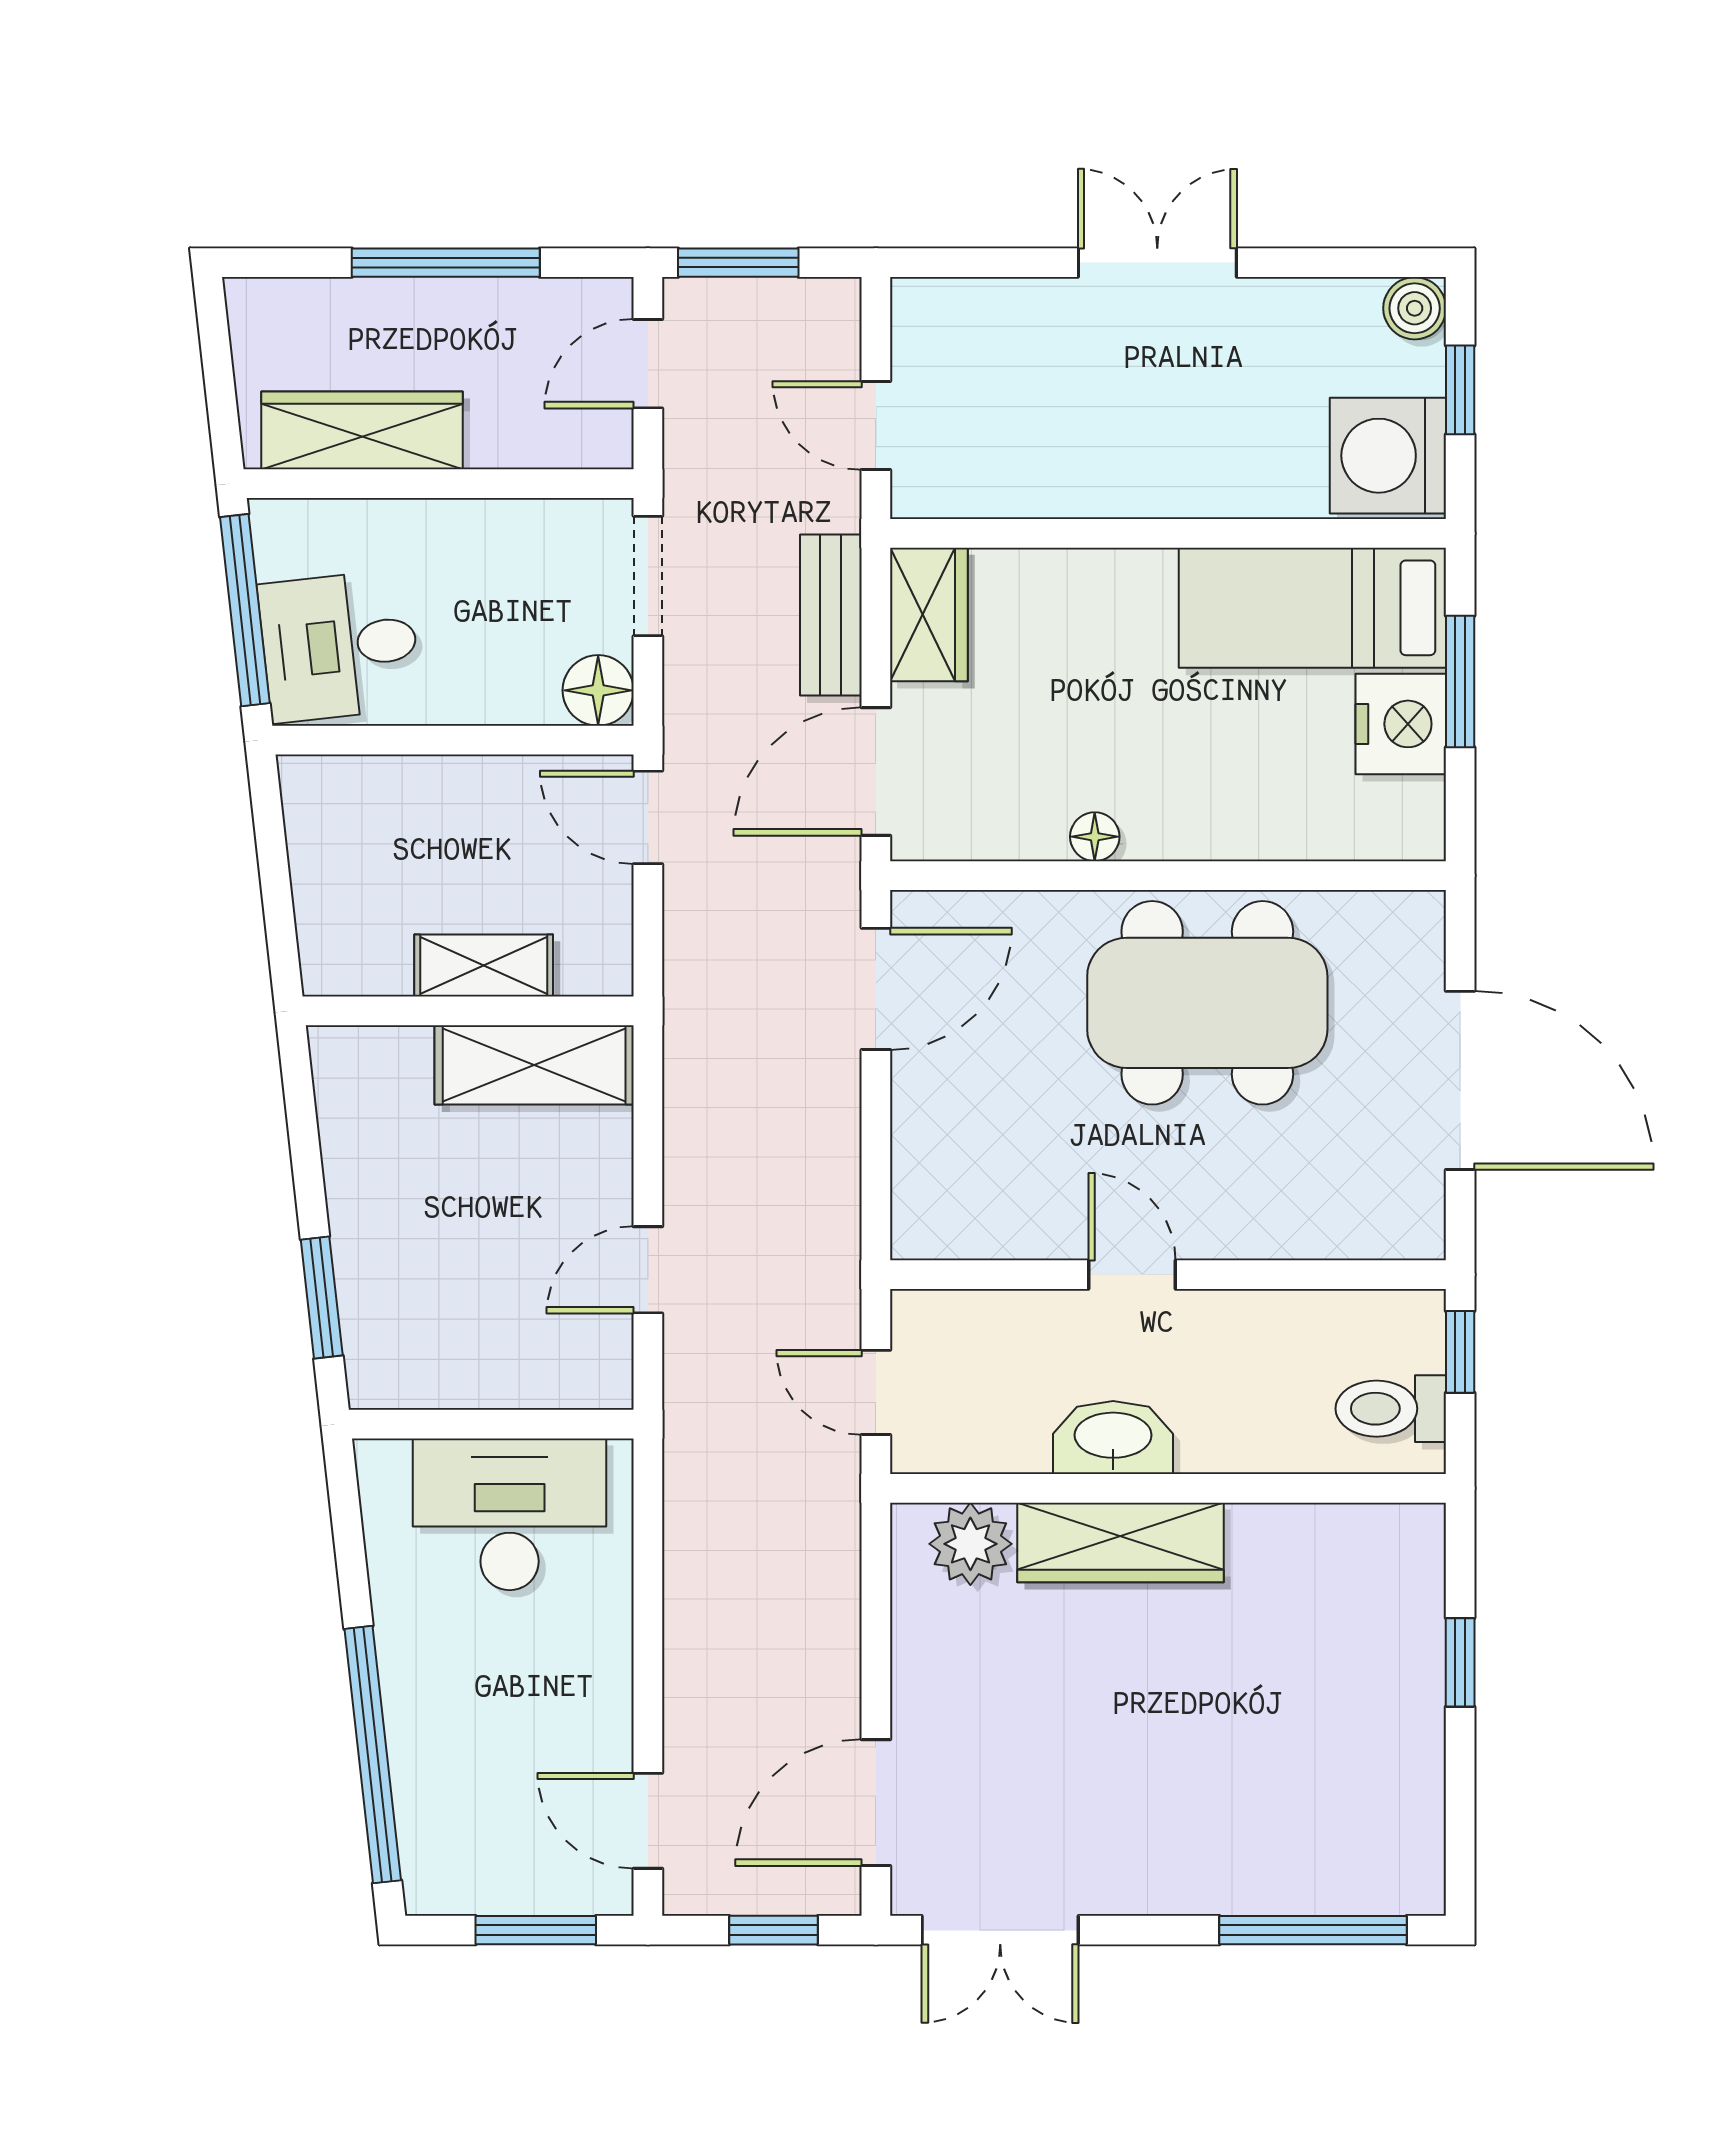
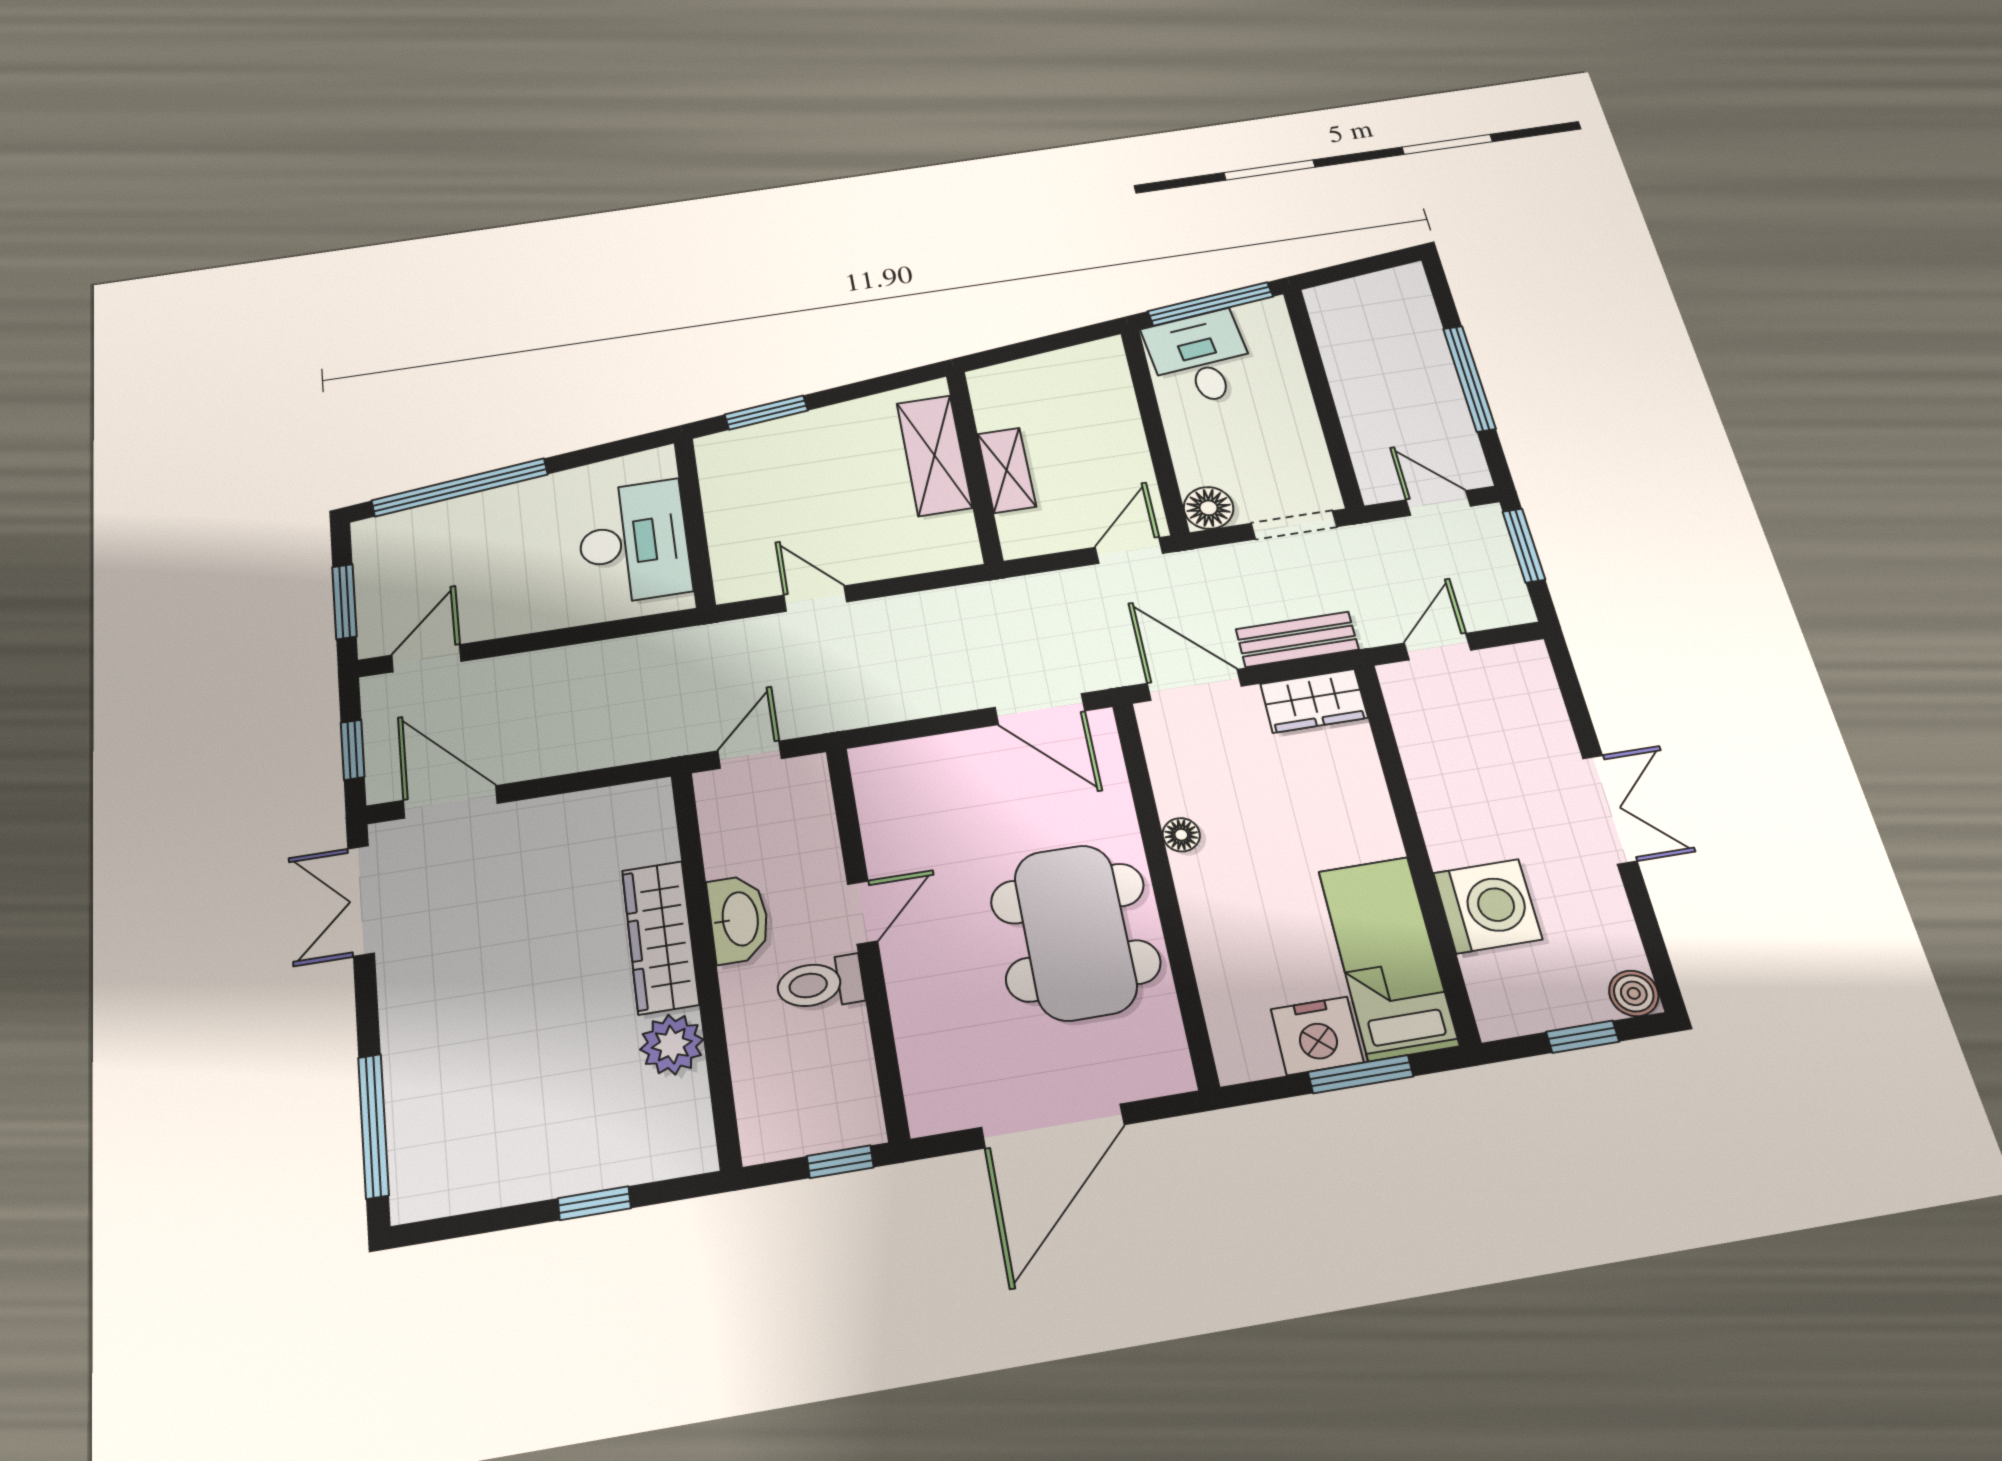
wardrobe: (362, 430) -> (1345, 349), removed
washing machine: (1388, 456) -> (1488, 906), moved, turned 90
shelving: (534, 1065) -> (934, 455), moved
toilet: (1391, 1409) -> (820, 984), moved, turned -90
plant: (970, 1544) -> (672, 1045), moved

